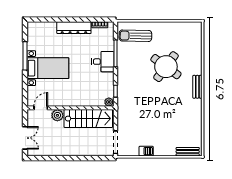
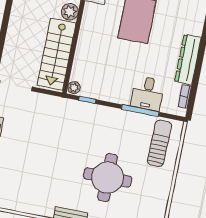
desk: (103, 62) -> (147, 94), moved
round table: (166, 67) -> (108, 177), turned -36

